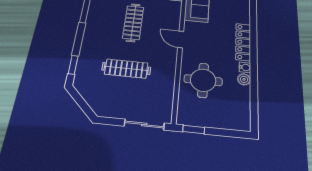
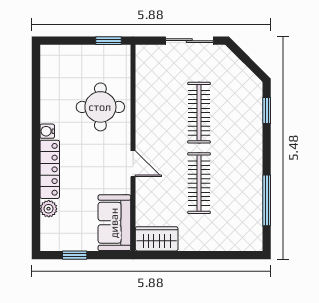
clothes rail: (126, 69) -> (199, 113), turned 90
plant: (244, 79) -> (49, 209), moved
sliding door: (144, 125) -> (189, 41), moved

